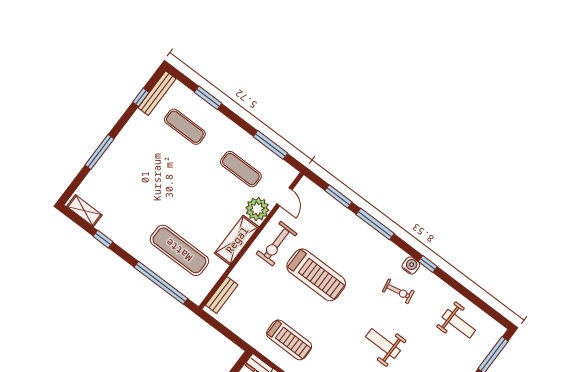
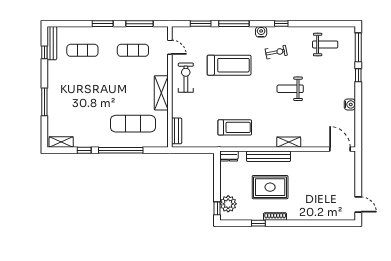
window: (208, 98) -> (103, 24), moved
plant: (257, 209) -> (160, 66), removed
exercise bike: (277, 244) -> (186, 78), turned 180
water cooler: (411, 265) -> (261, 32), moved
treadmill: (316, 275) -> (229, 65), moved
window: (161, 283) -> (121, 150), moved

